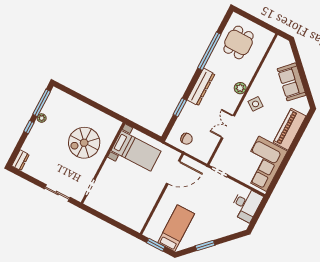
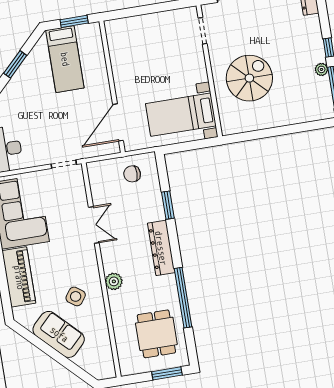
window: (249, 17) -> (167, 373), added
side table: (256, 104) -> (76, 296), moved

